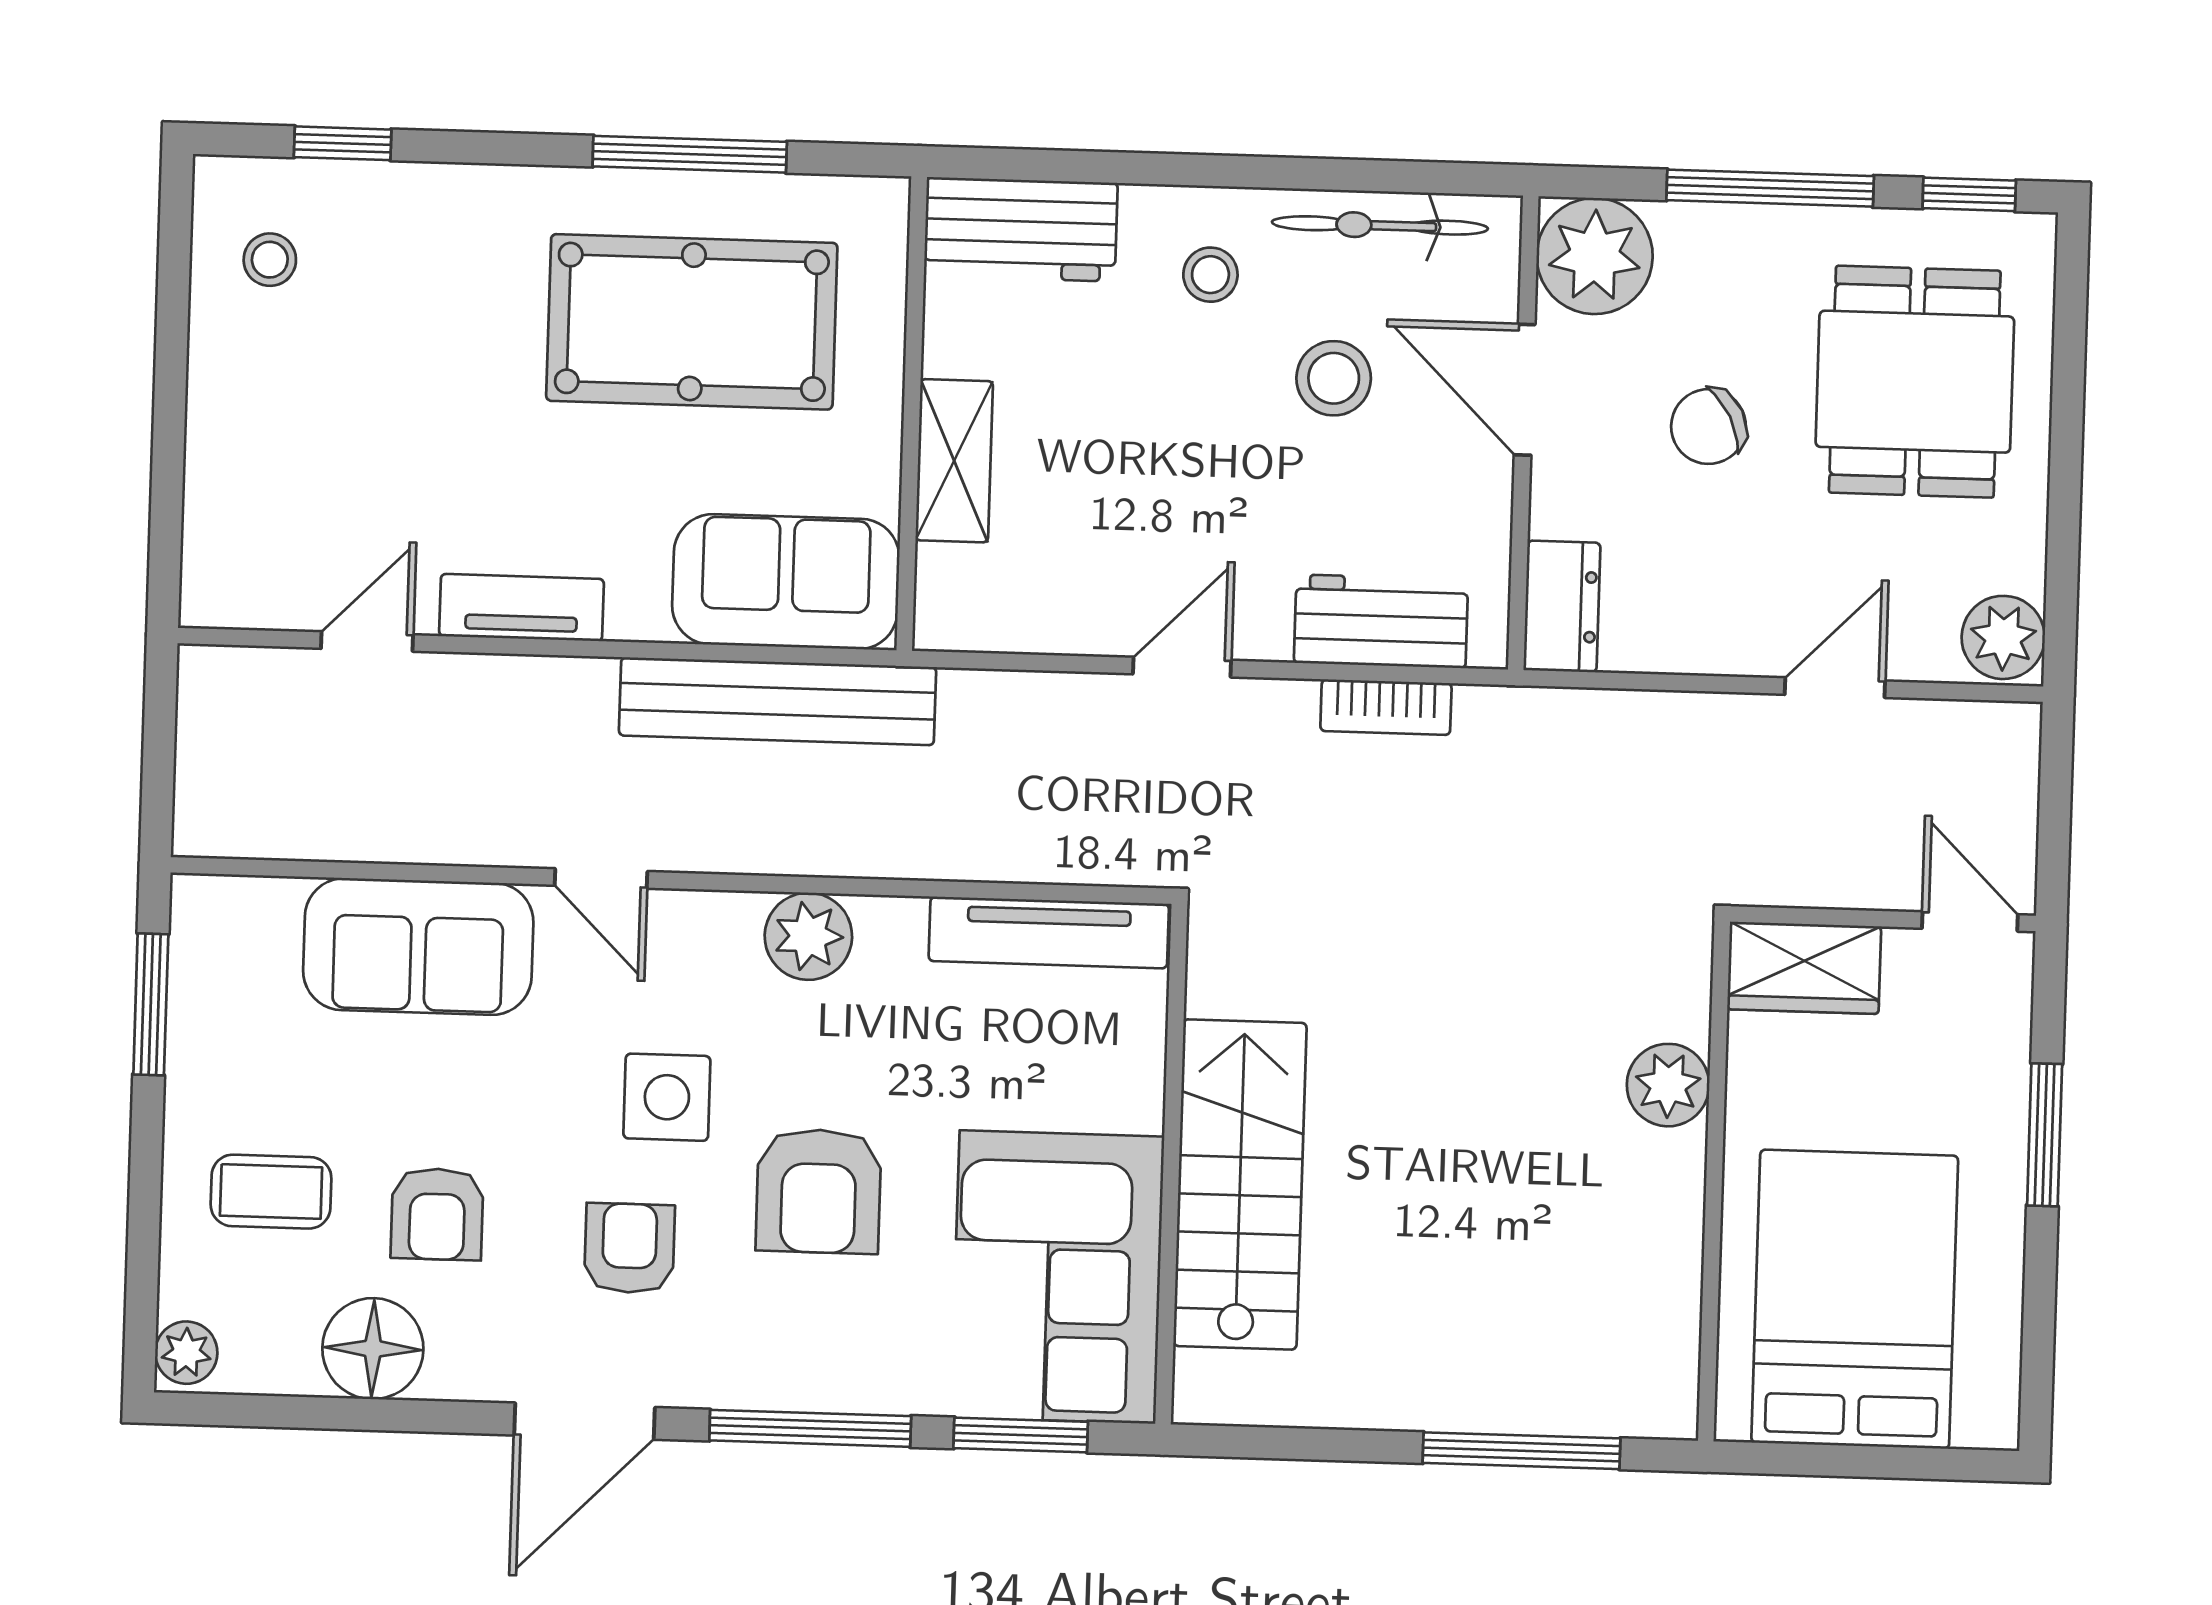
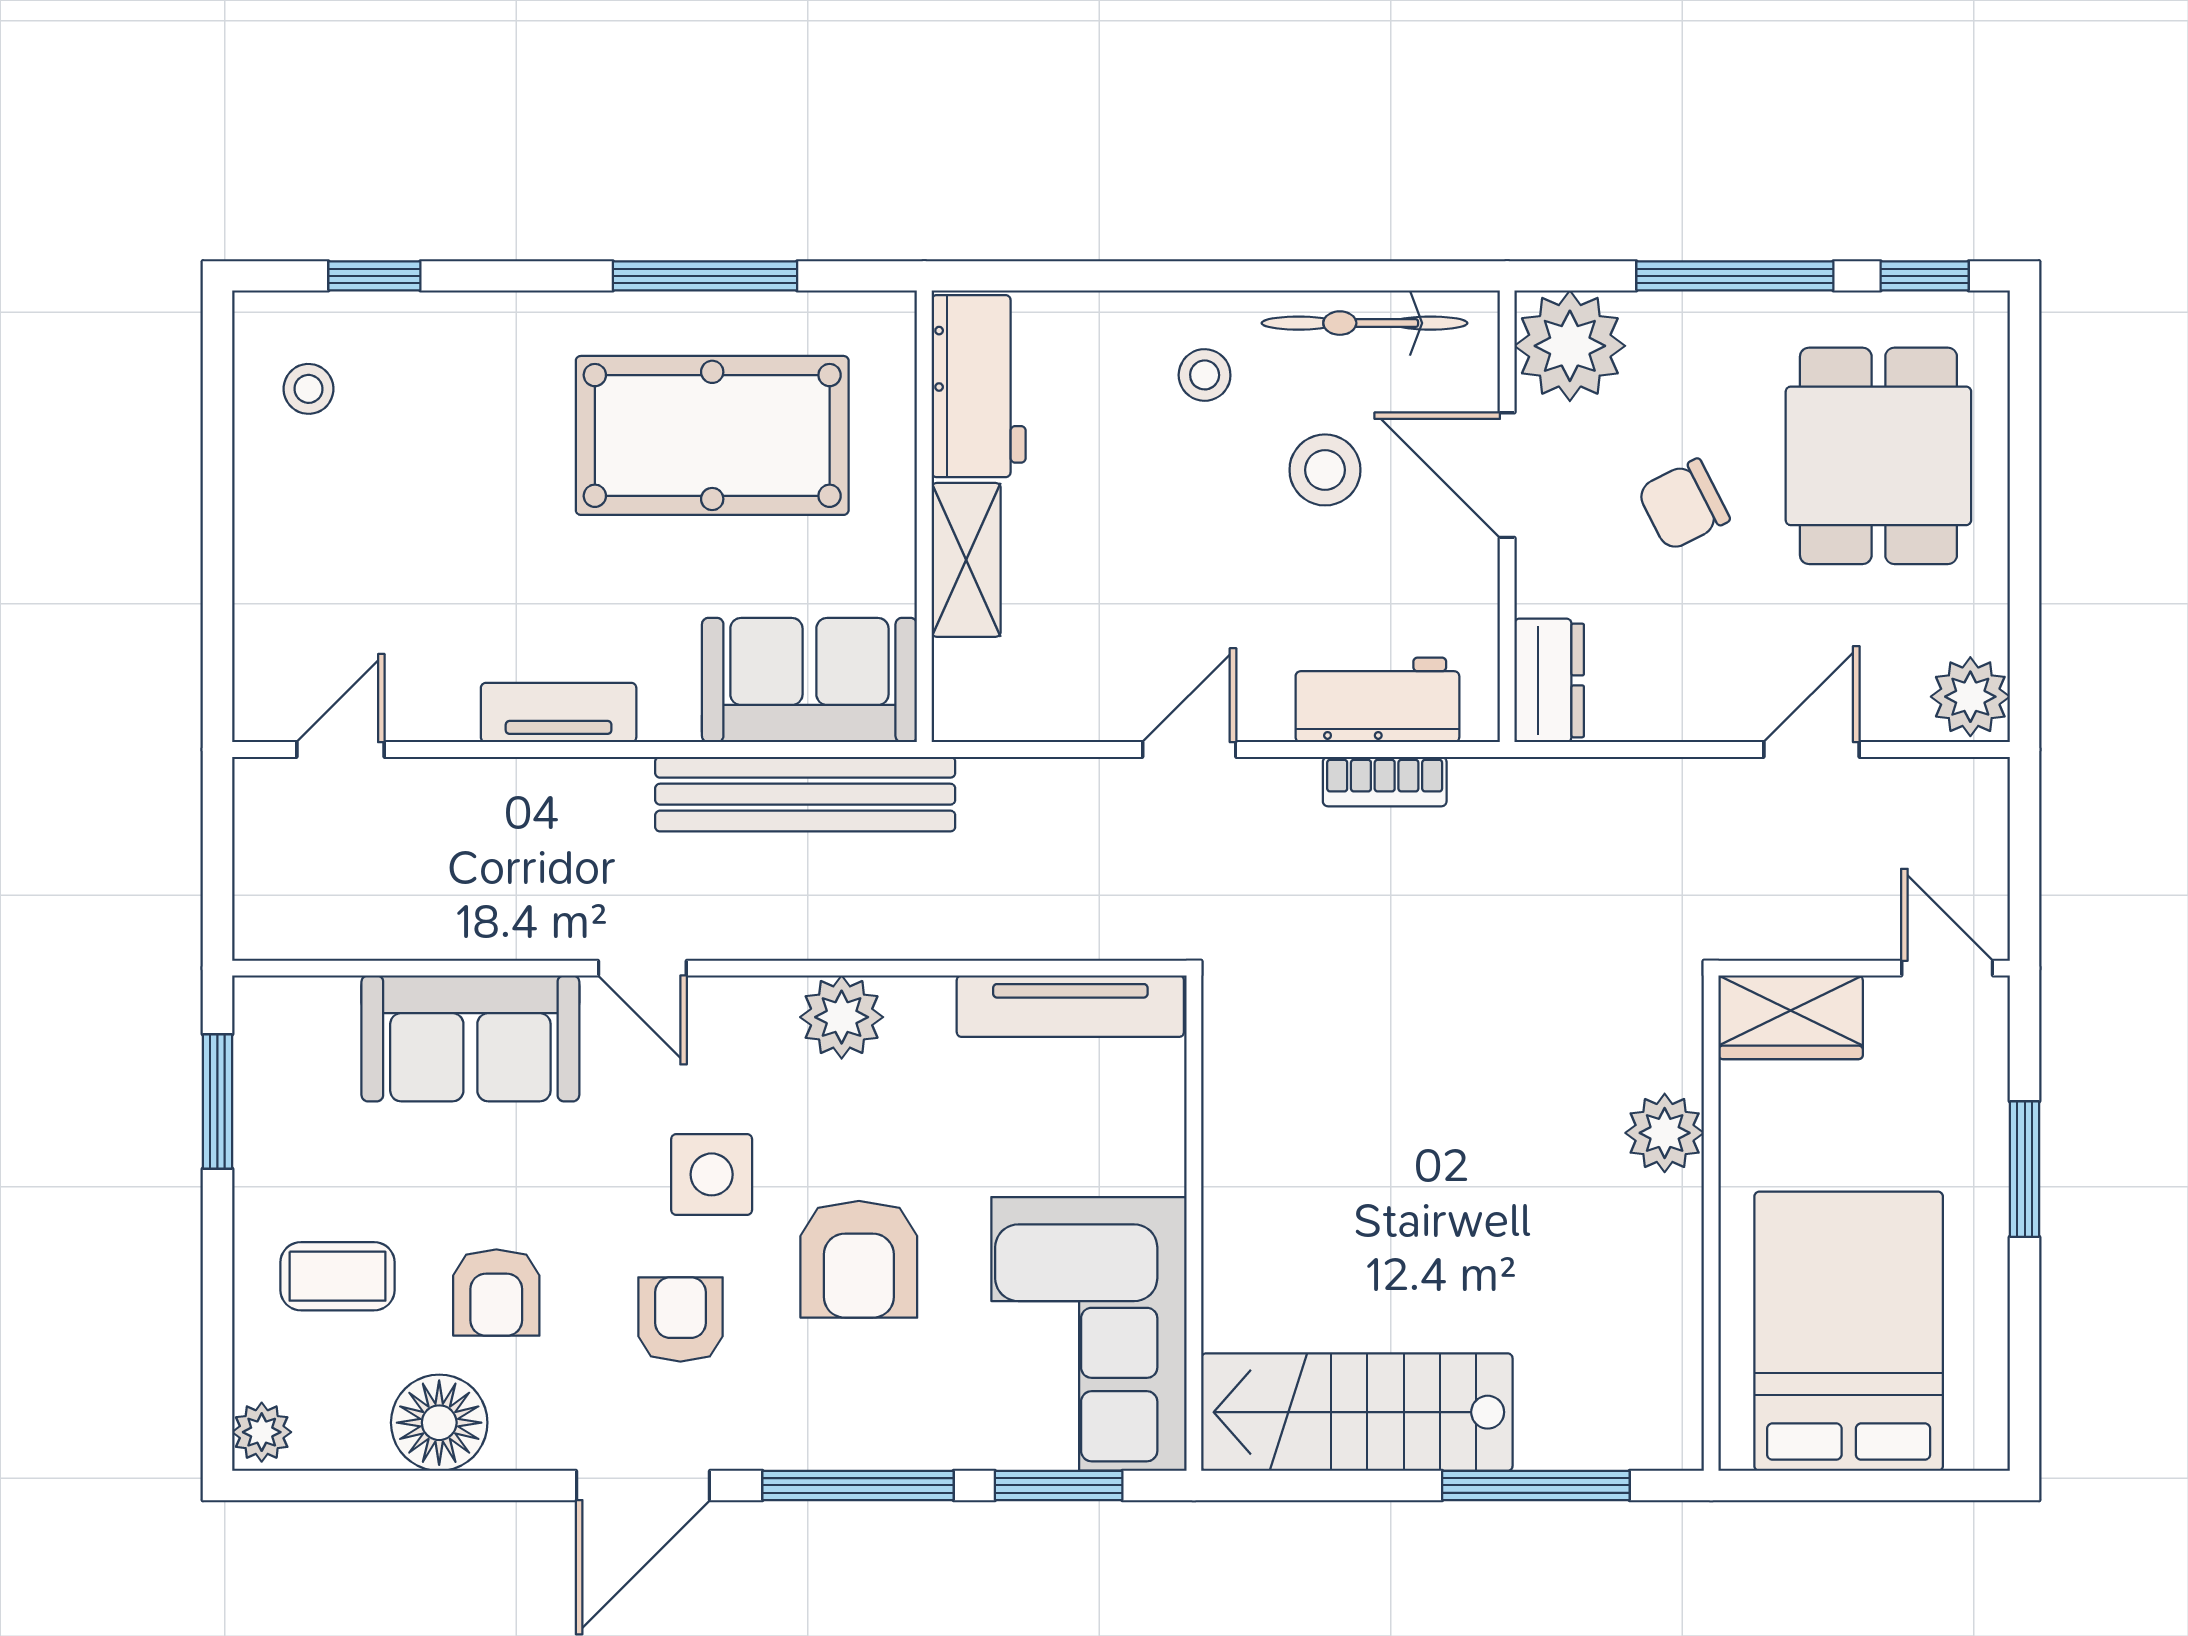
workbench: (1021, 229) -> (979, 386), moved, turned -90
door: (367, 641) -> (340, 750), moved
stairs: (1240, 1184) -> (1357, 1412), moved, turned -90

